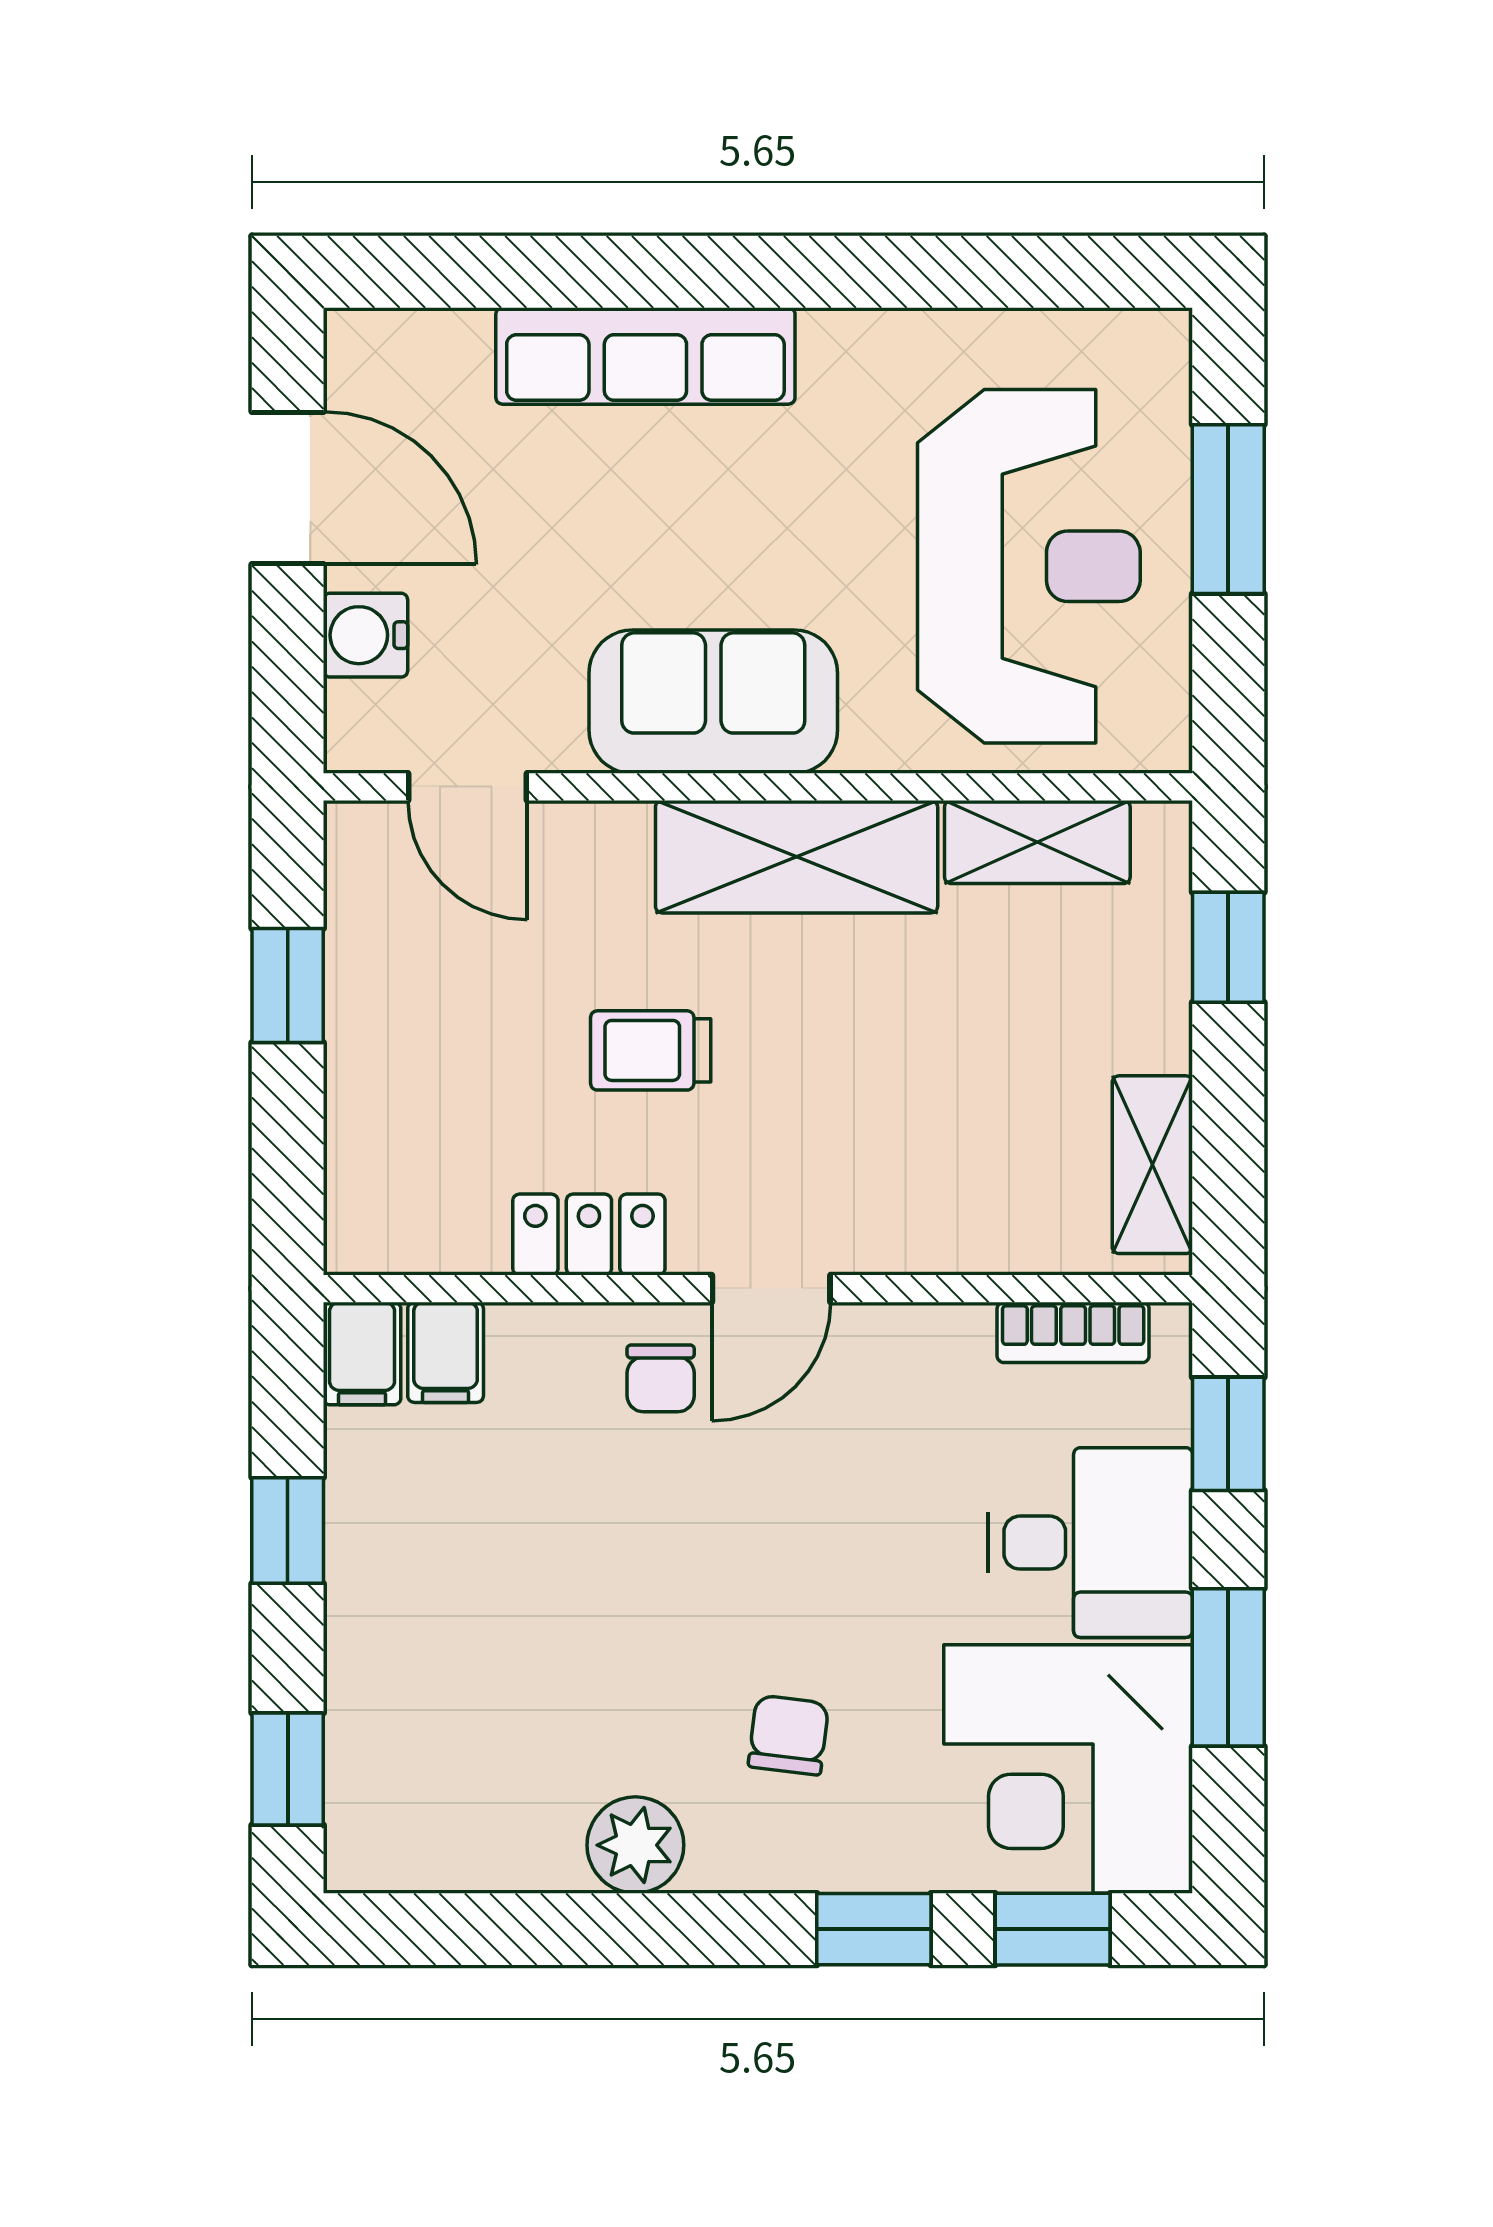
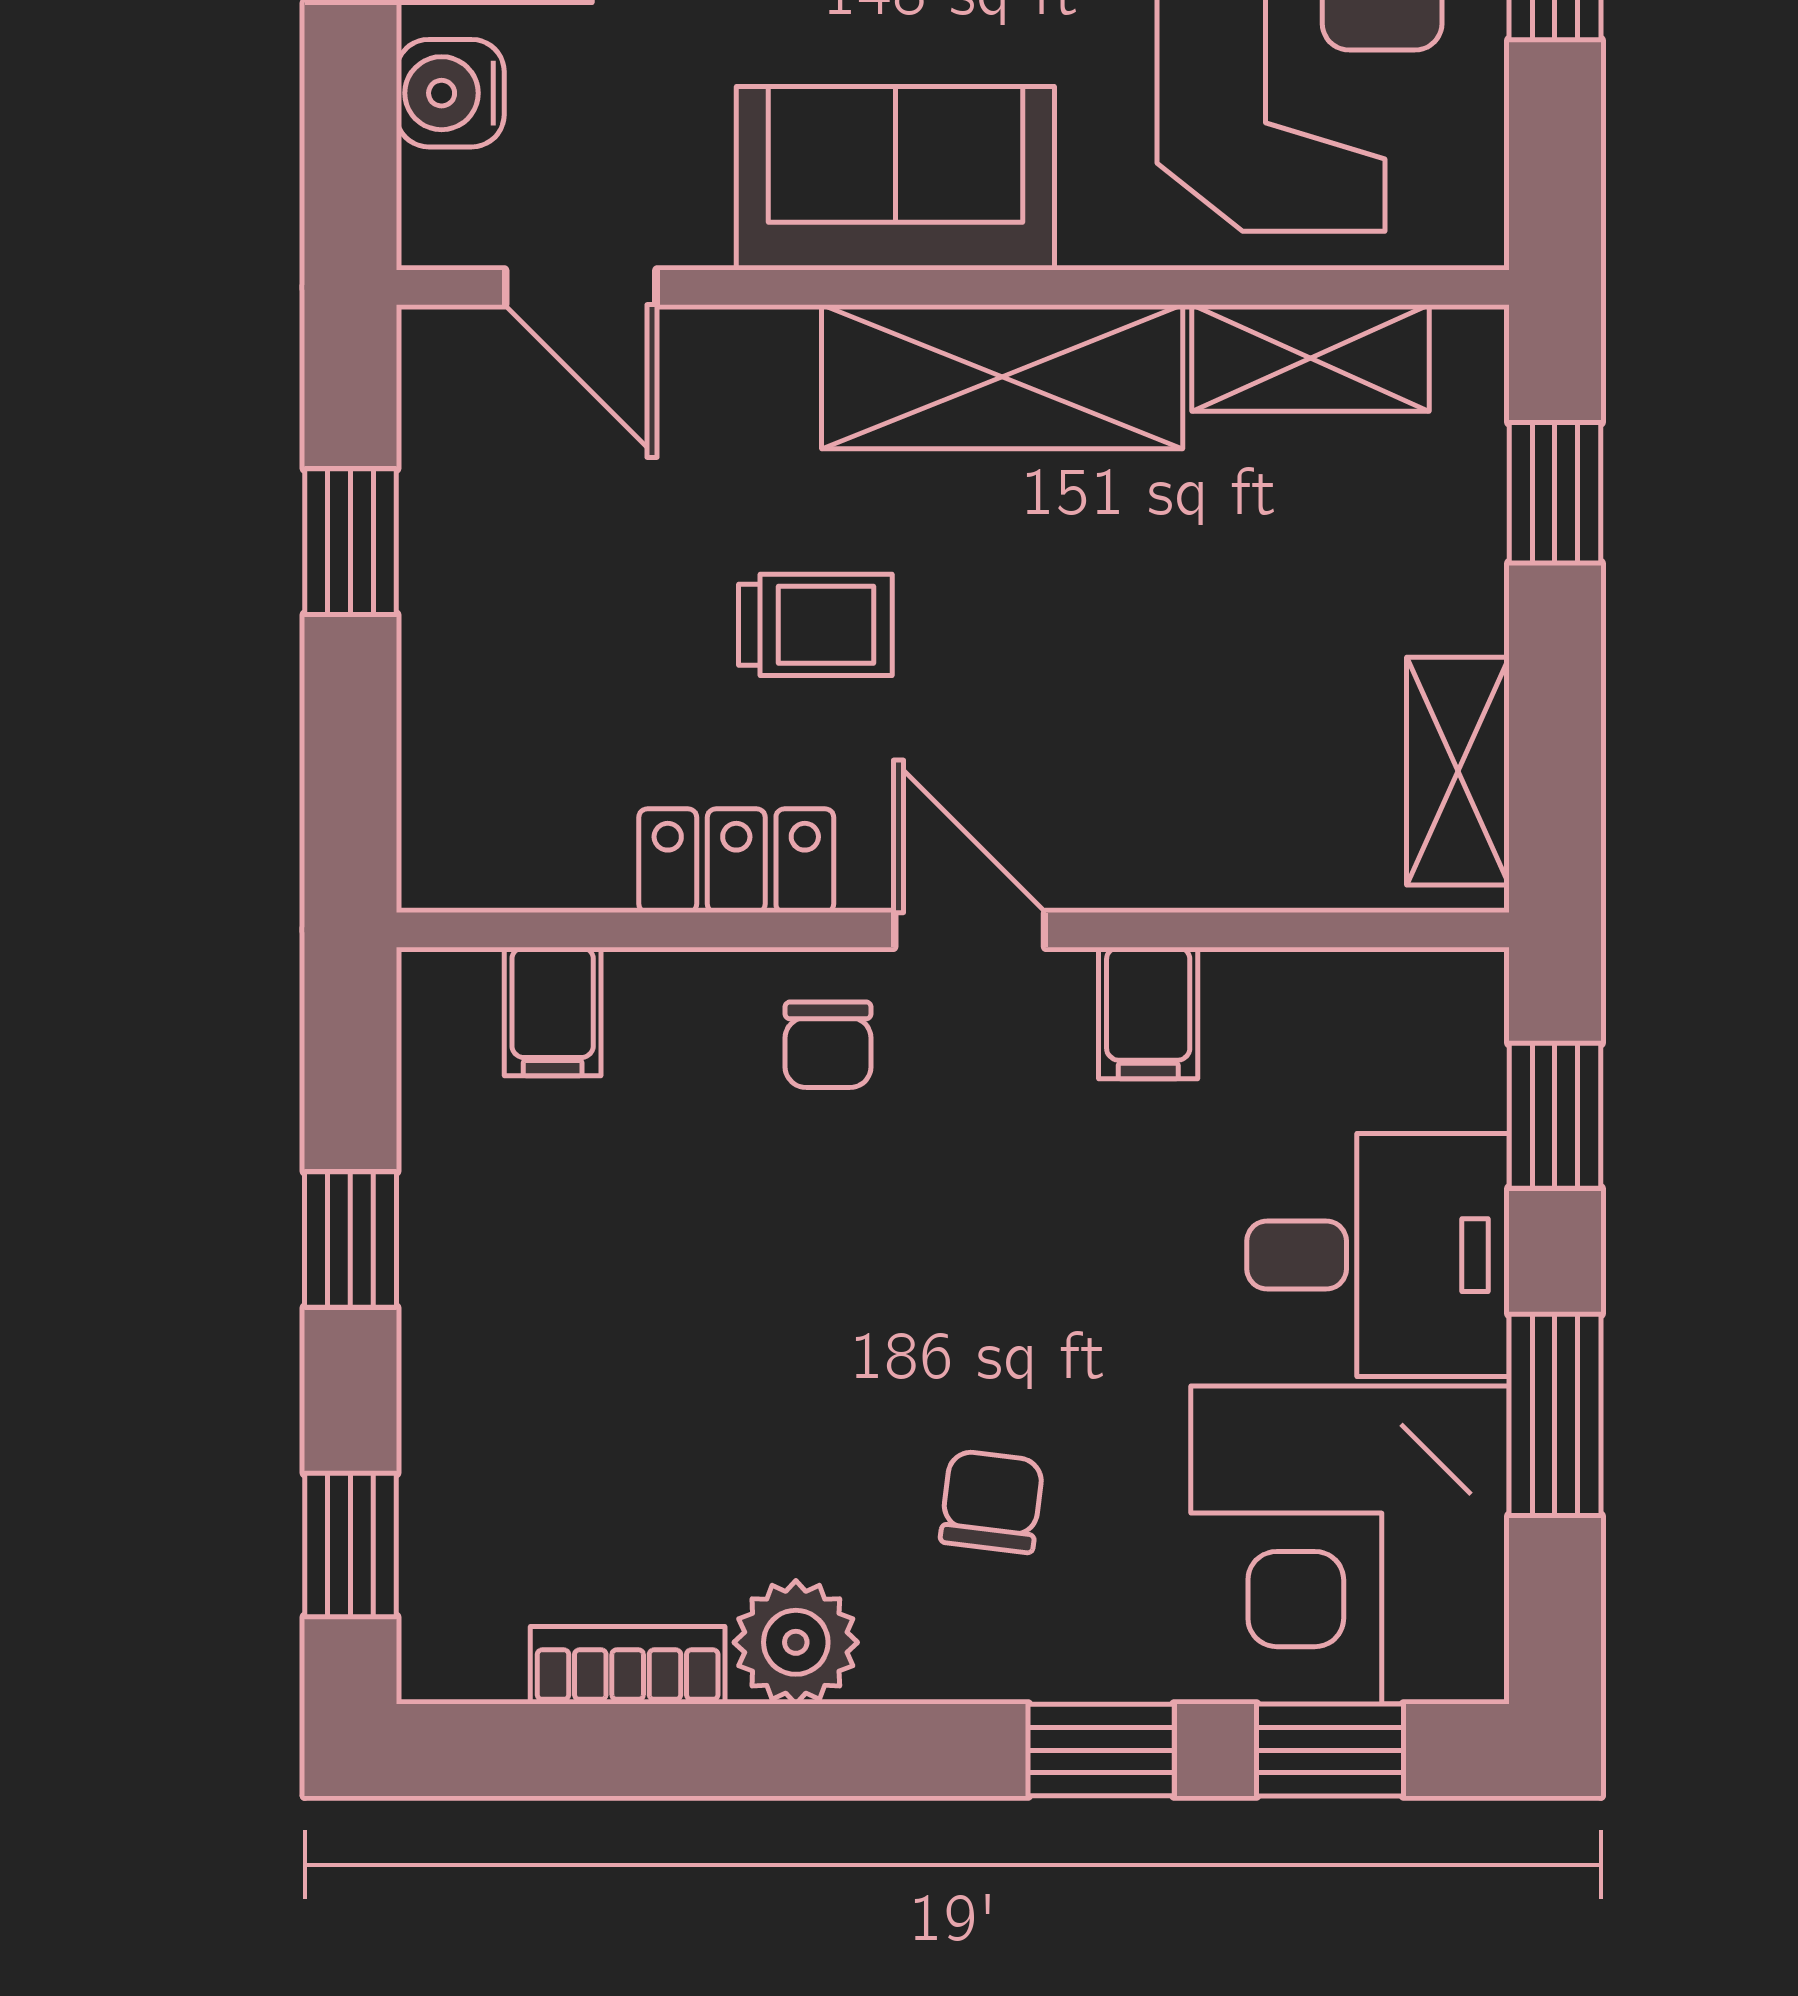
trolley: (651, 1050) -> (815, 625), turned 180
door: (771, 1289) -> (970, 930), swing flipped
bookcase: (1073, 1332) -> (628, 1665), moved, turned 180
filing cabinet: (362, 1353) -> (1148, 1013), moved

